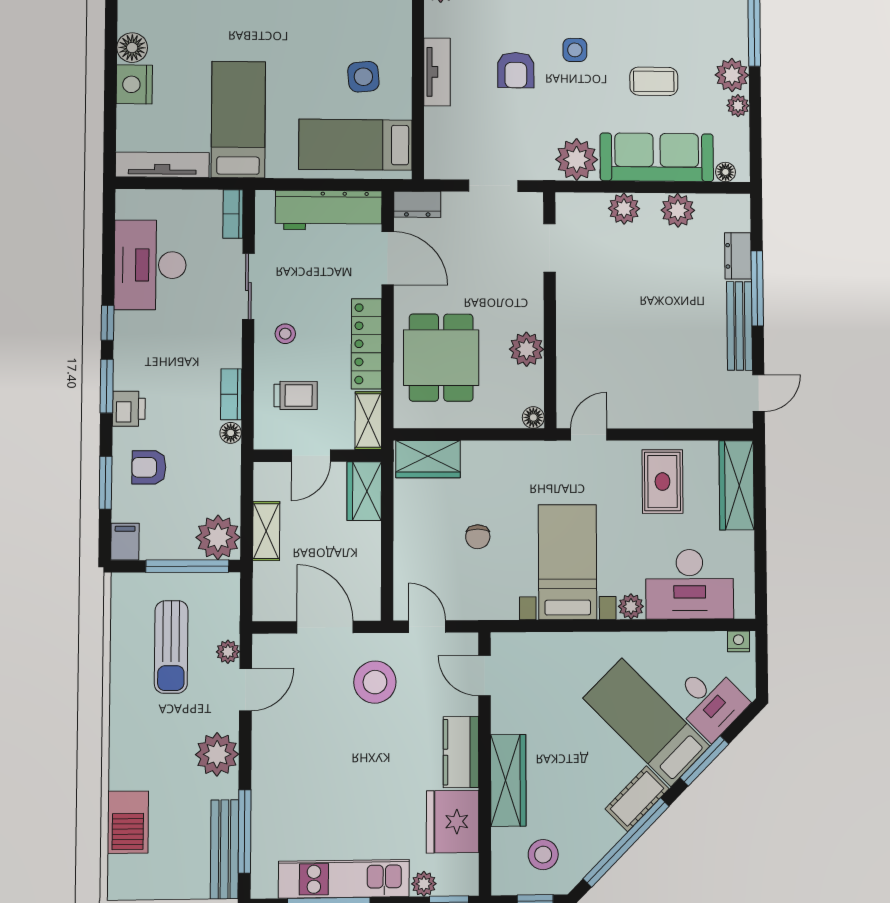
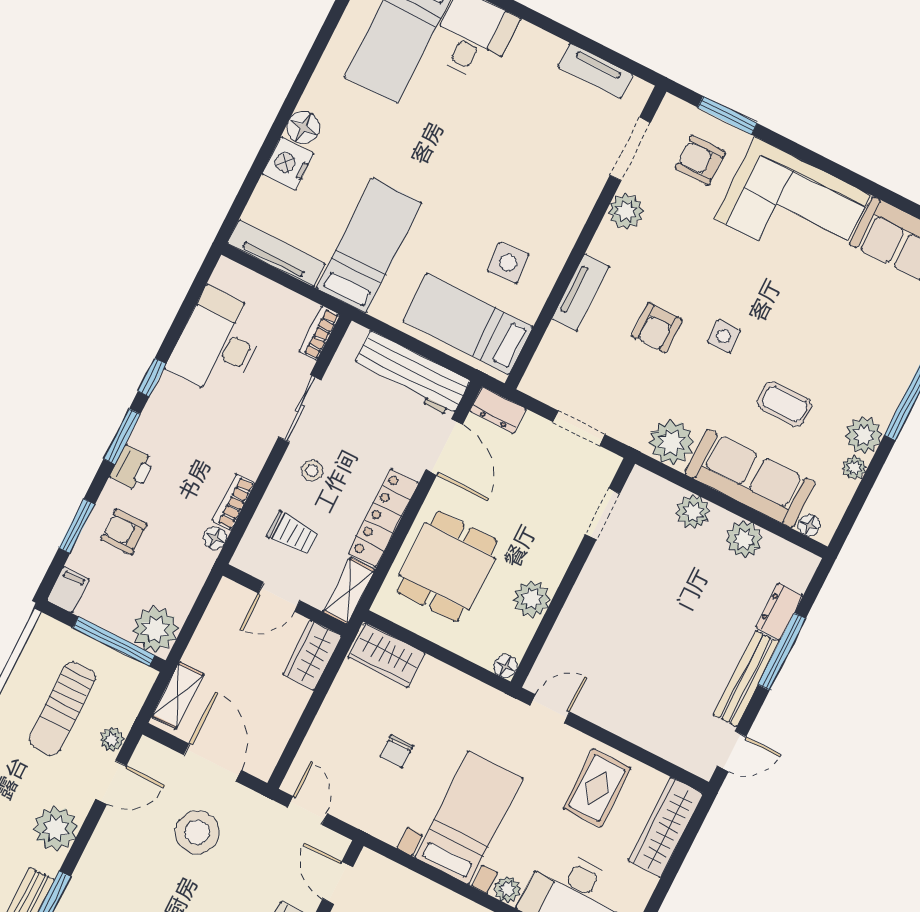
shelving: (266, 531) -> (178, 695), moved
stool: (375, 682) -> (197, 832), moved

